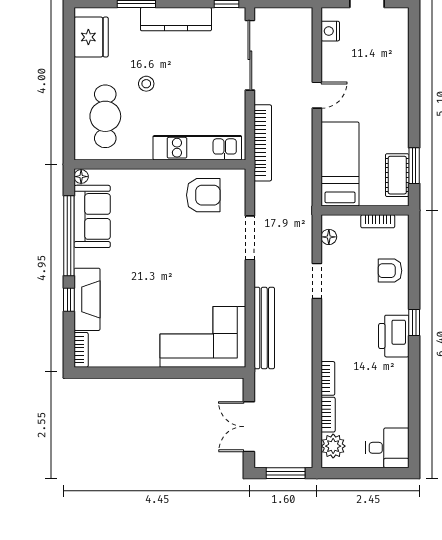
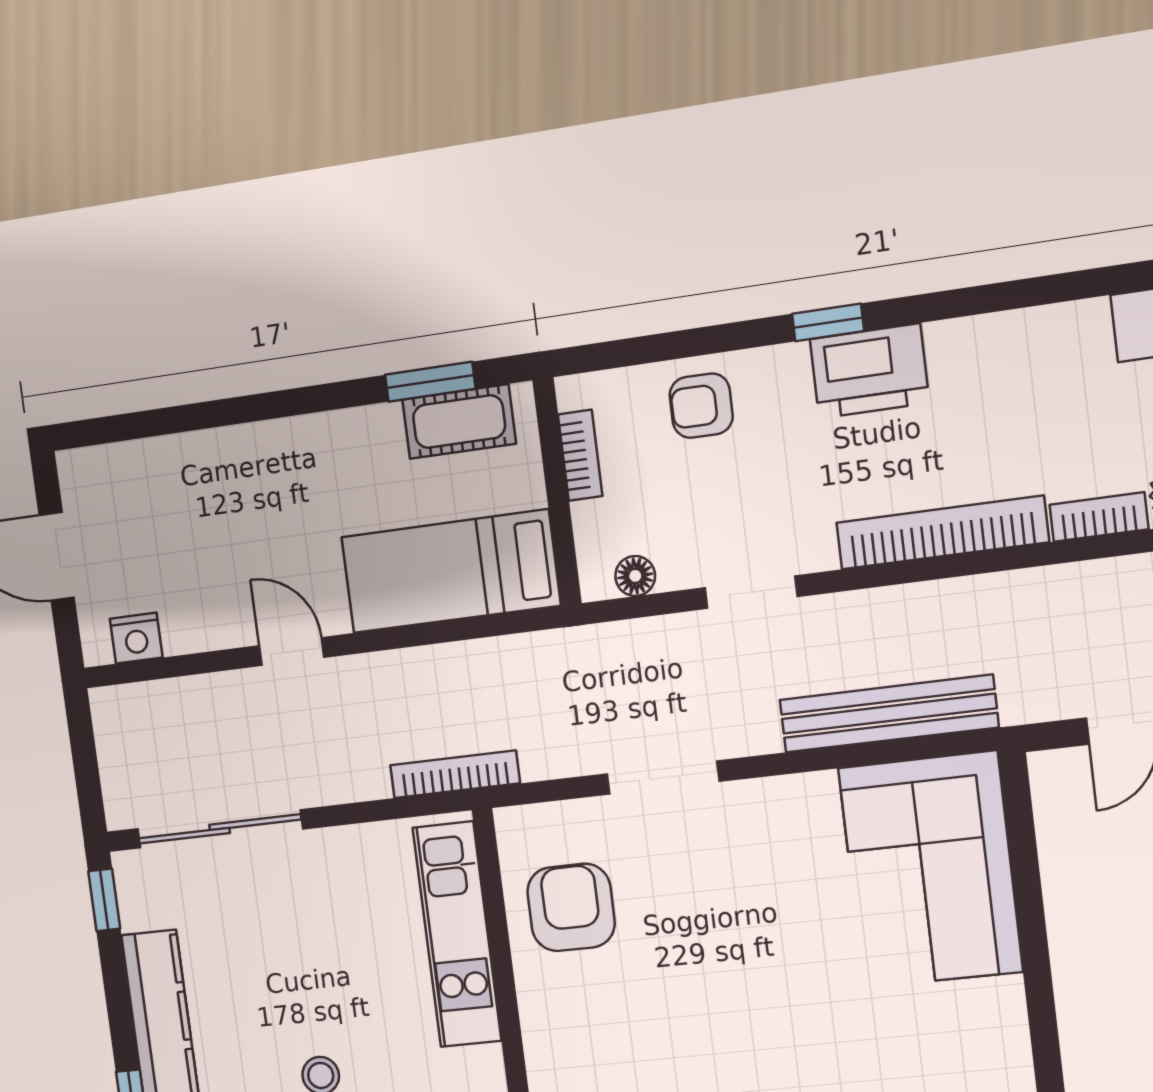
bookcase: (263, 143) -> (455, 774), width x0.68, depth x0.76
armchair: (390, 271) -> (701, 406), turned 90
bookcase: (328, 378) -> (942, 532), width x2.31, depth x1.31

